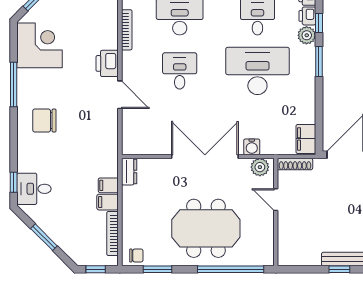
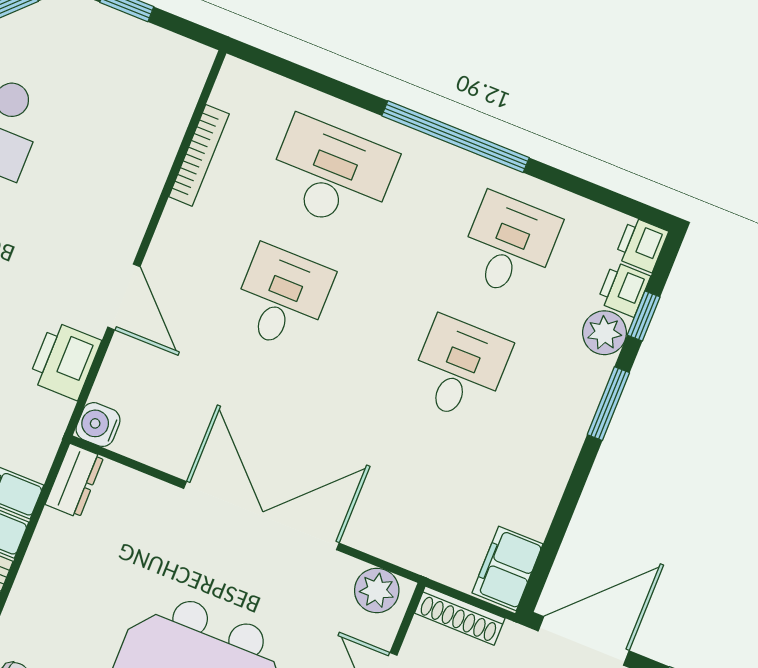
printer: (107, 63) -> (65, 361), moved
desk: (257, 71) -> (459, 369), width x0.53, depth x0.77
water cooler: (252, 147) -> (98, 425), moved, turned 90

